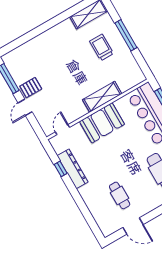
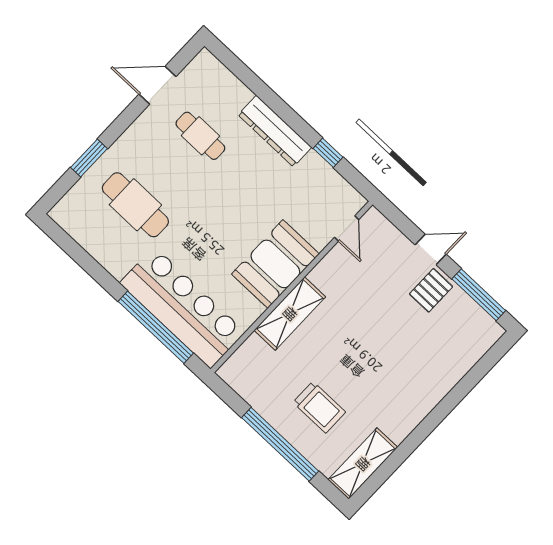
window: (126, 35) -> (280, 444), width x1.46
door: (25, 107) -> (431, 249), hinge flipped
dresser: (73, 169) -> (275, 131), moved

